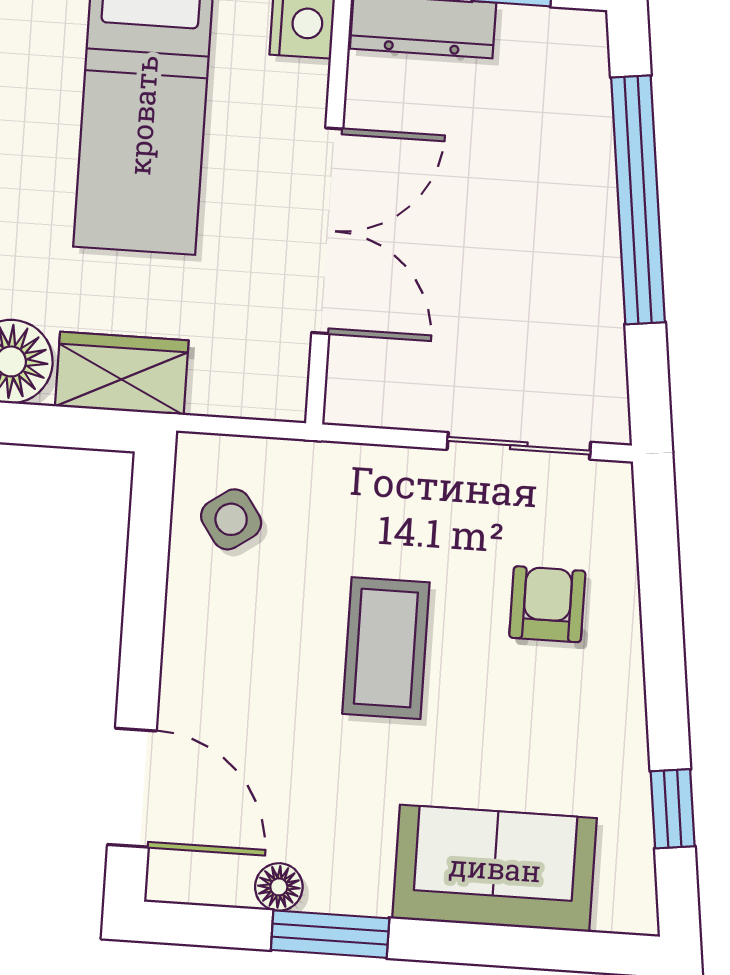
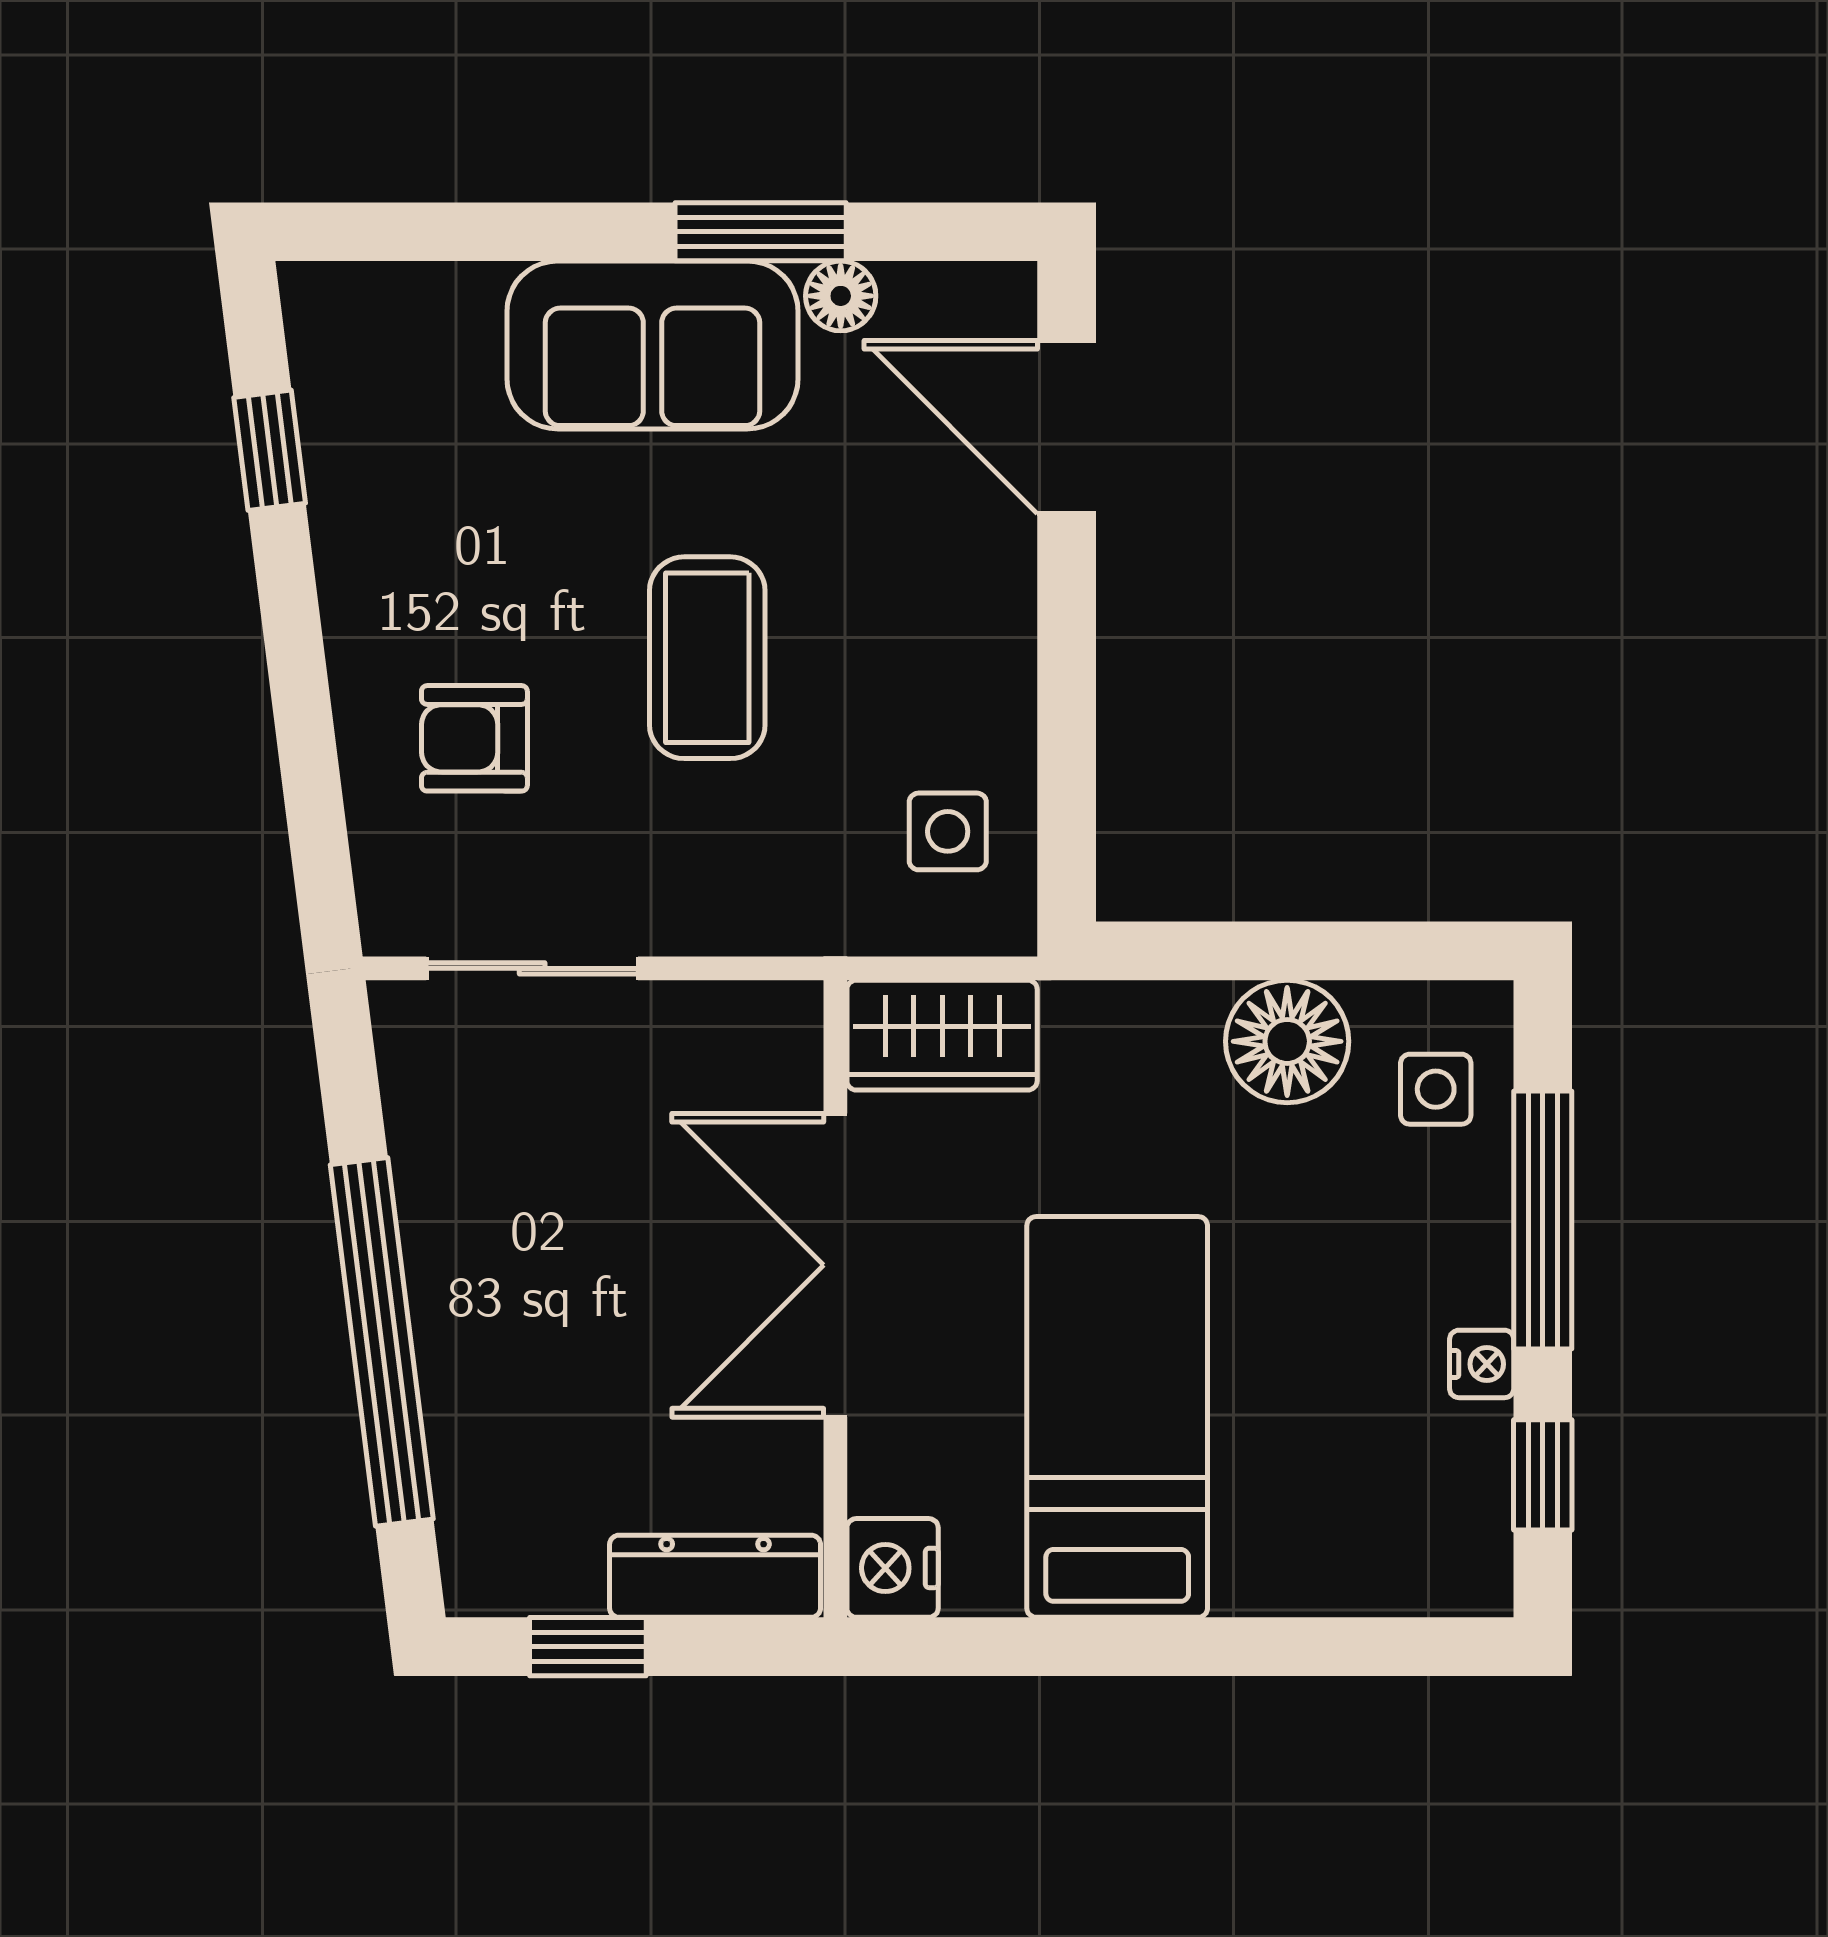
wardrobe: (122, 373) -> (942, 1035), moved
side table: (231, 519) -> (948, 831), turned 35
armchair: (547, 604) -> (474, 738), turned 90
sofa: (495, 868) -> (653, 345), moved

